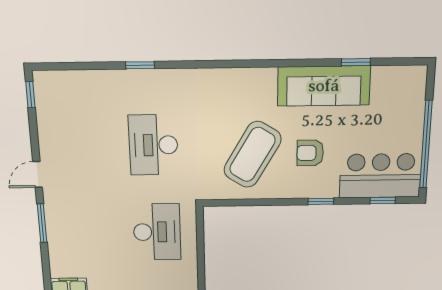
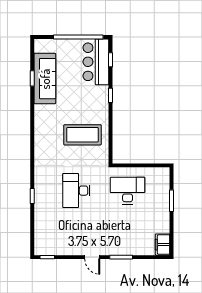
sofa: (324, 86) -> (45, 79), moved
desk: (153, 145) -> (76, 191), turned 90
armchair: (310, 153) -> (82, 102), removed
coffee table: (252, 155) -> (82, 135), turned -31

